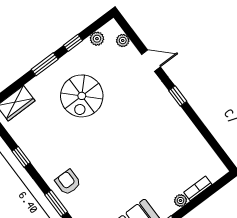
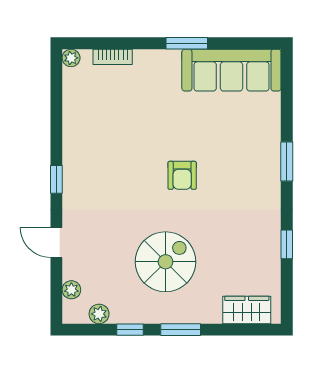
armchair: (68, 182) -> (182, 175), moved
plant: (181, 201) -> (71, 58), moved

